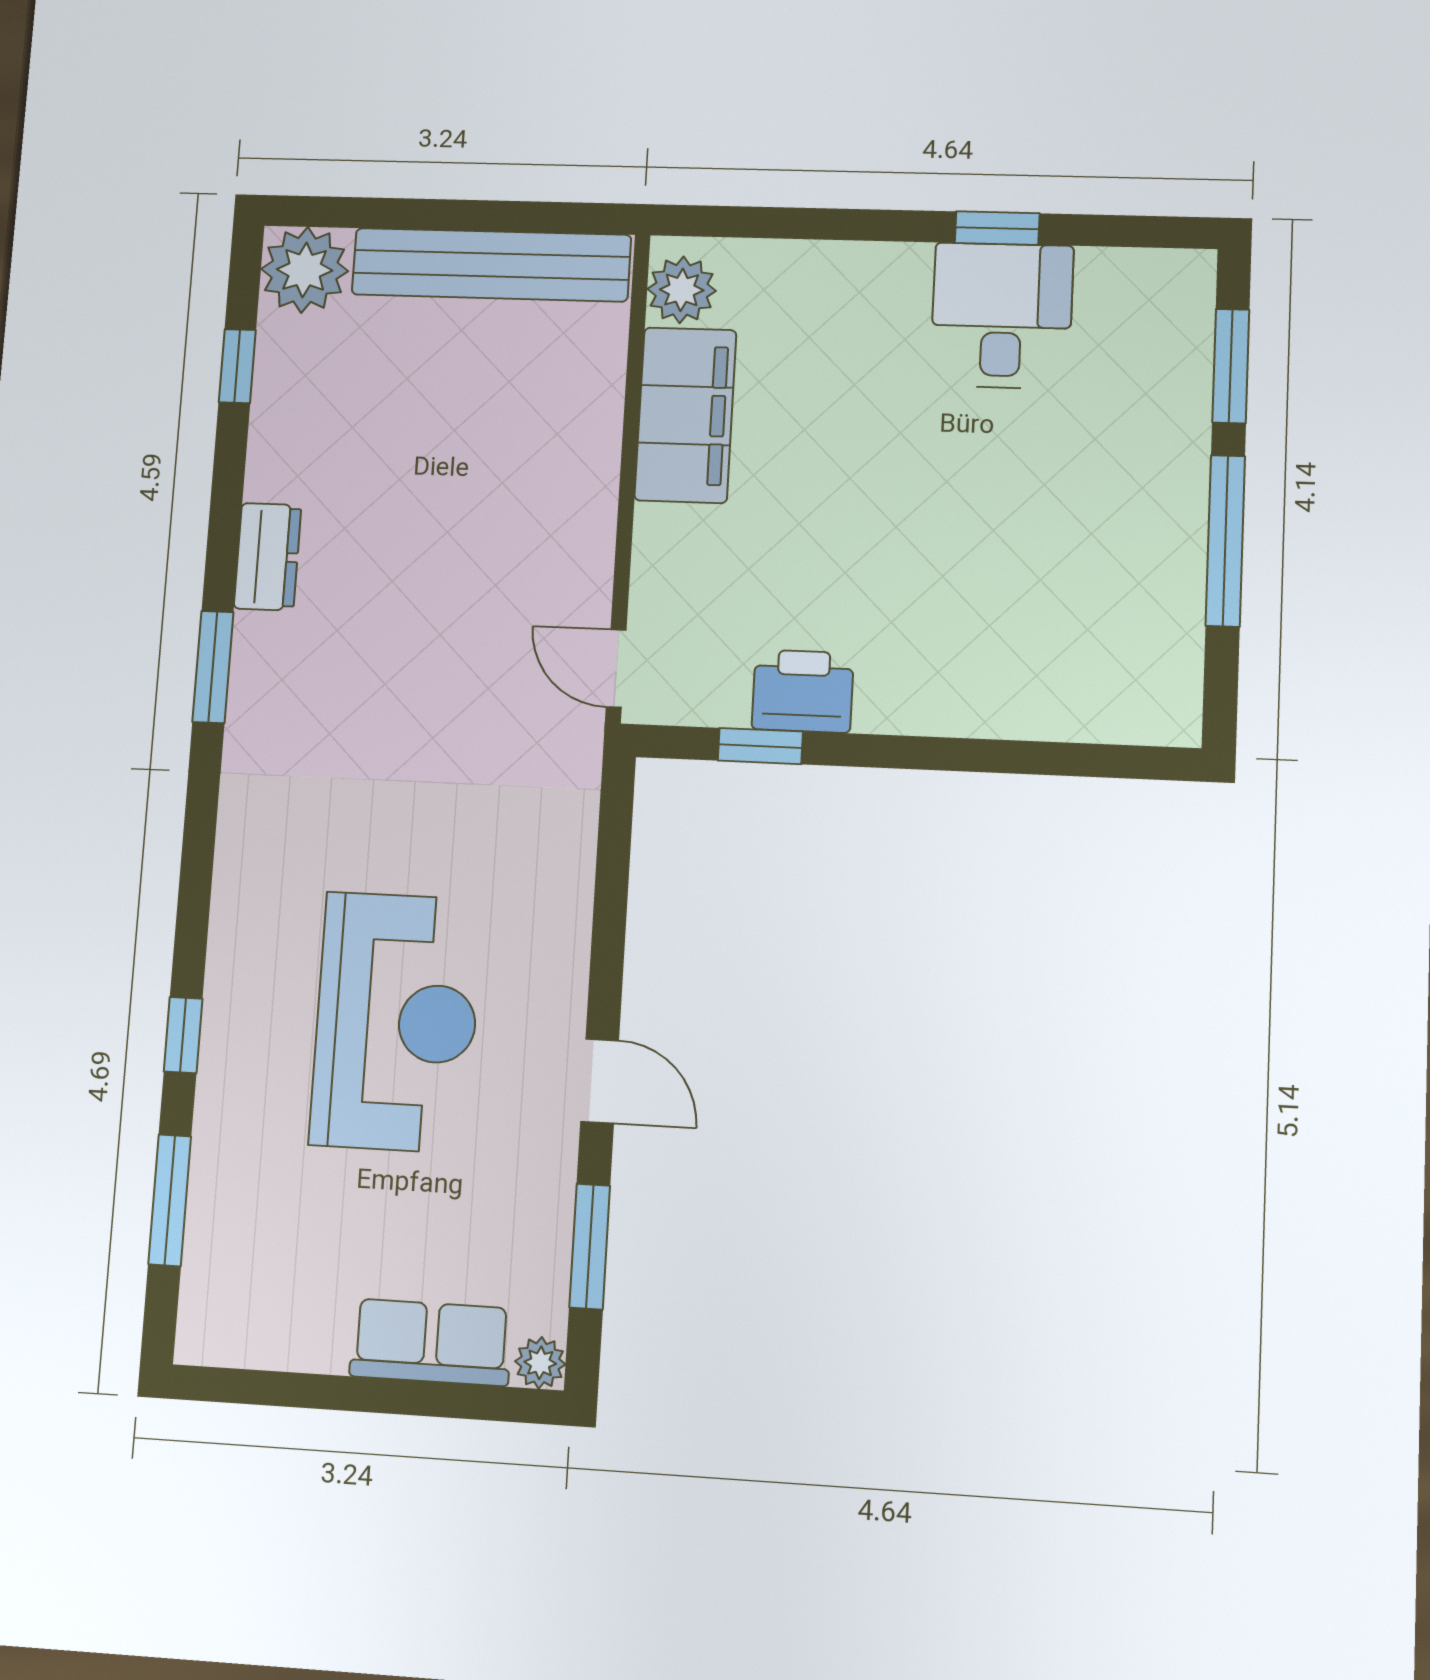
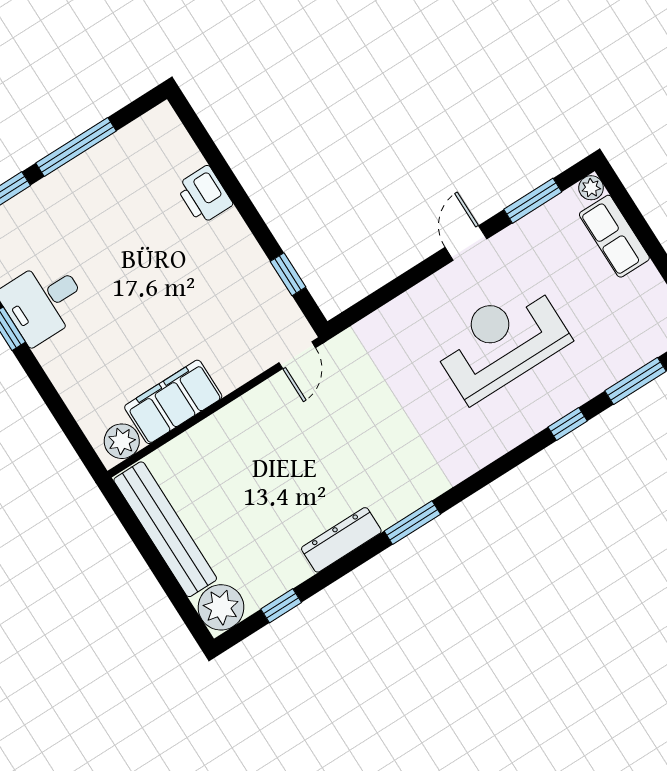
dresser: (268, 557) -> (341, 540), width x1.44
printer: (803, 691) -> (204, 195), moved

